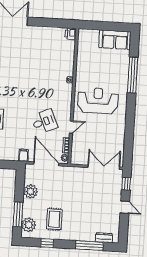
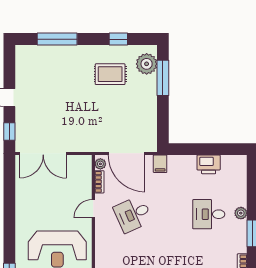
plant: (31, 191) -> (147, 112), removed
rug: (54, 219) -> (110, 74), turned 90
dresser: (104, 238) -> (37, 52), removed

